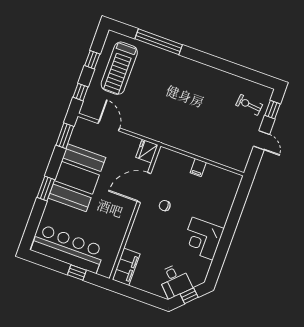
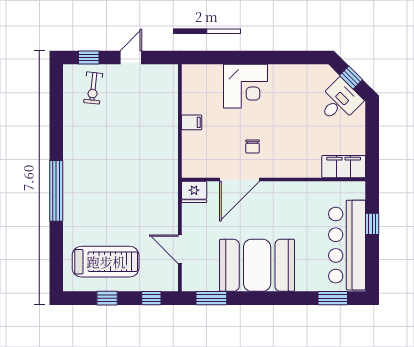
window: (159, 42) -> (56, 191), moved
door: (109, 126) -> (180, 249), hinge flipped
door: (144, 188) -> (240, 180), hinge flipped
window: (46, 189) -> (333, 298), moved
corner desk: (203, 239) -> (246, 86), moved

